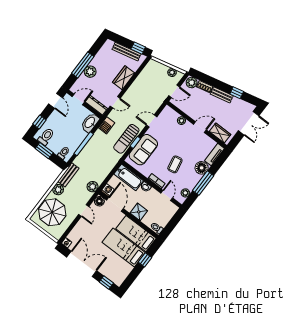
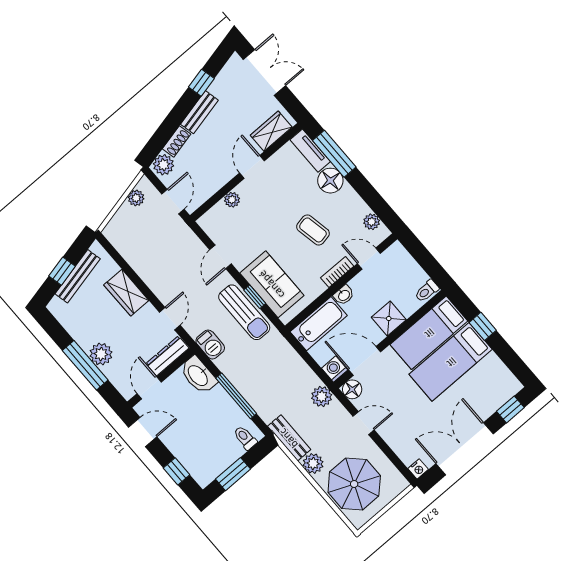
window: (138, 48) -> (62, 271), moved
toilet: (46, 137) -> (207, 465), removed
window: (203, 183) -> (334, 154), moved

